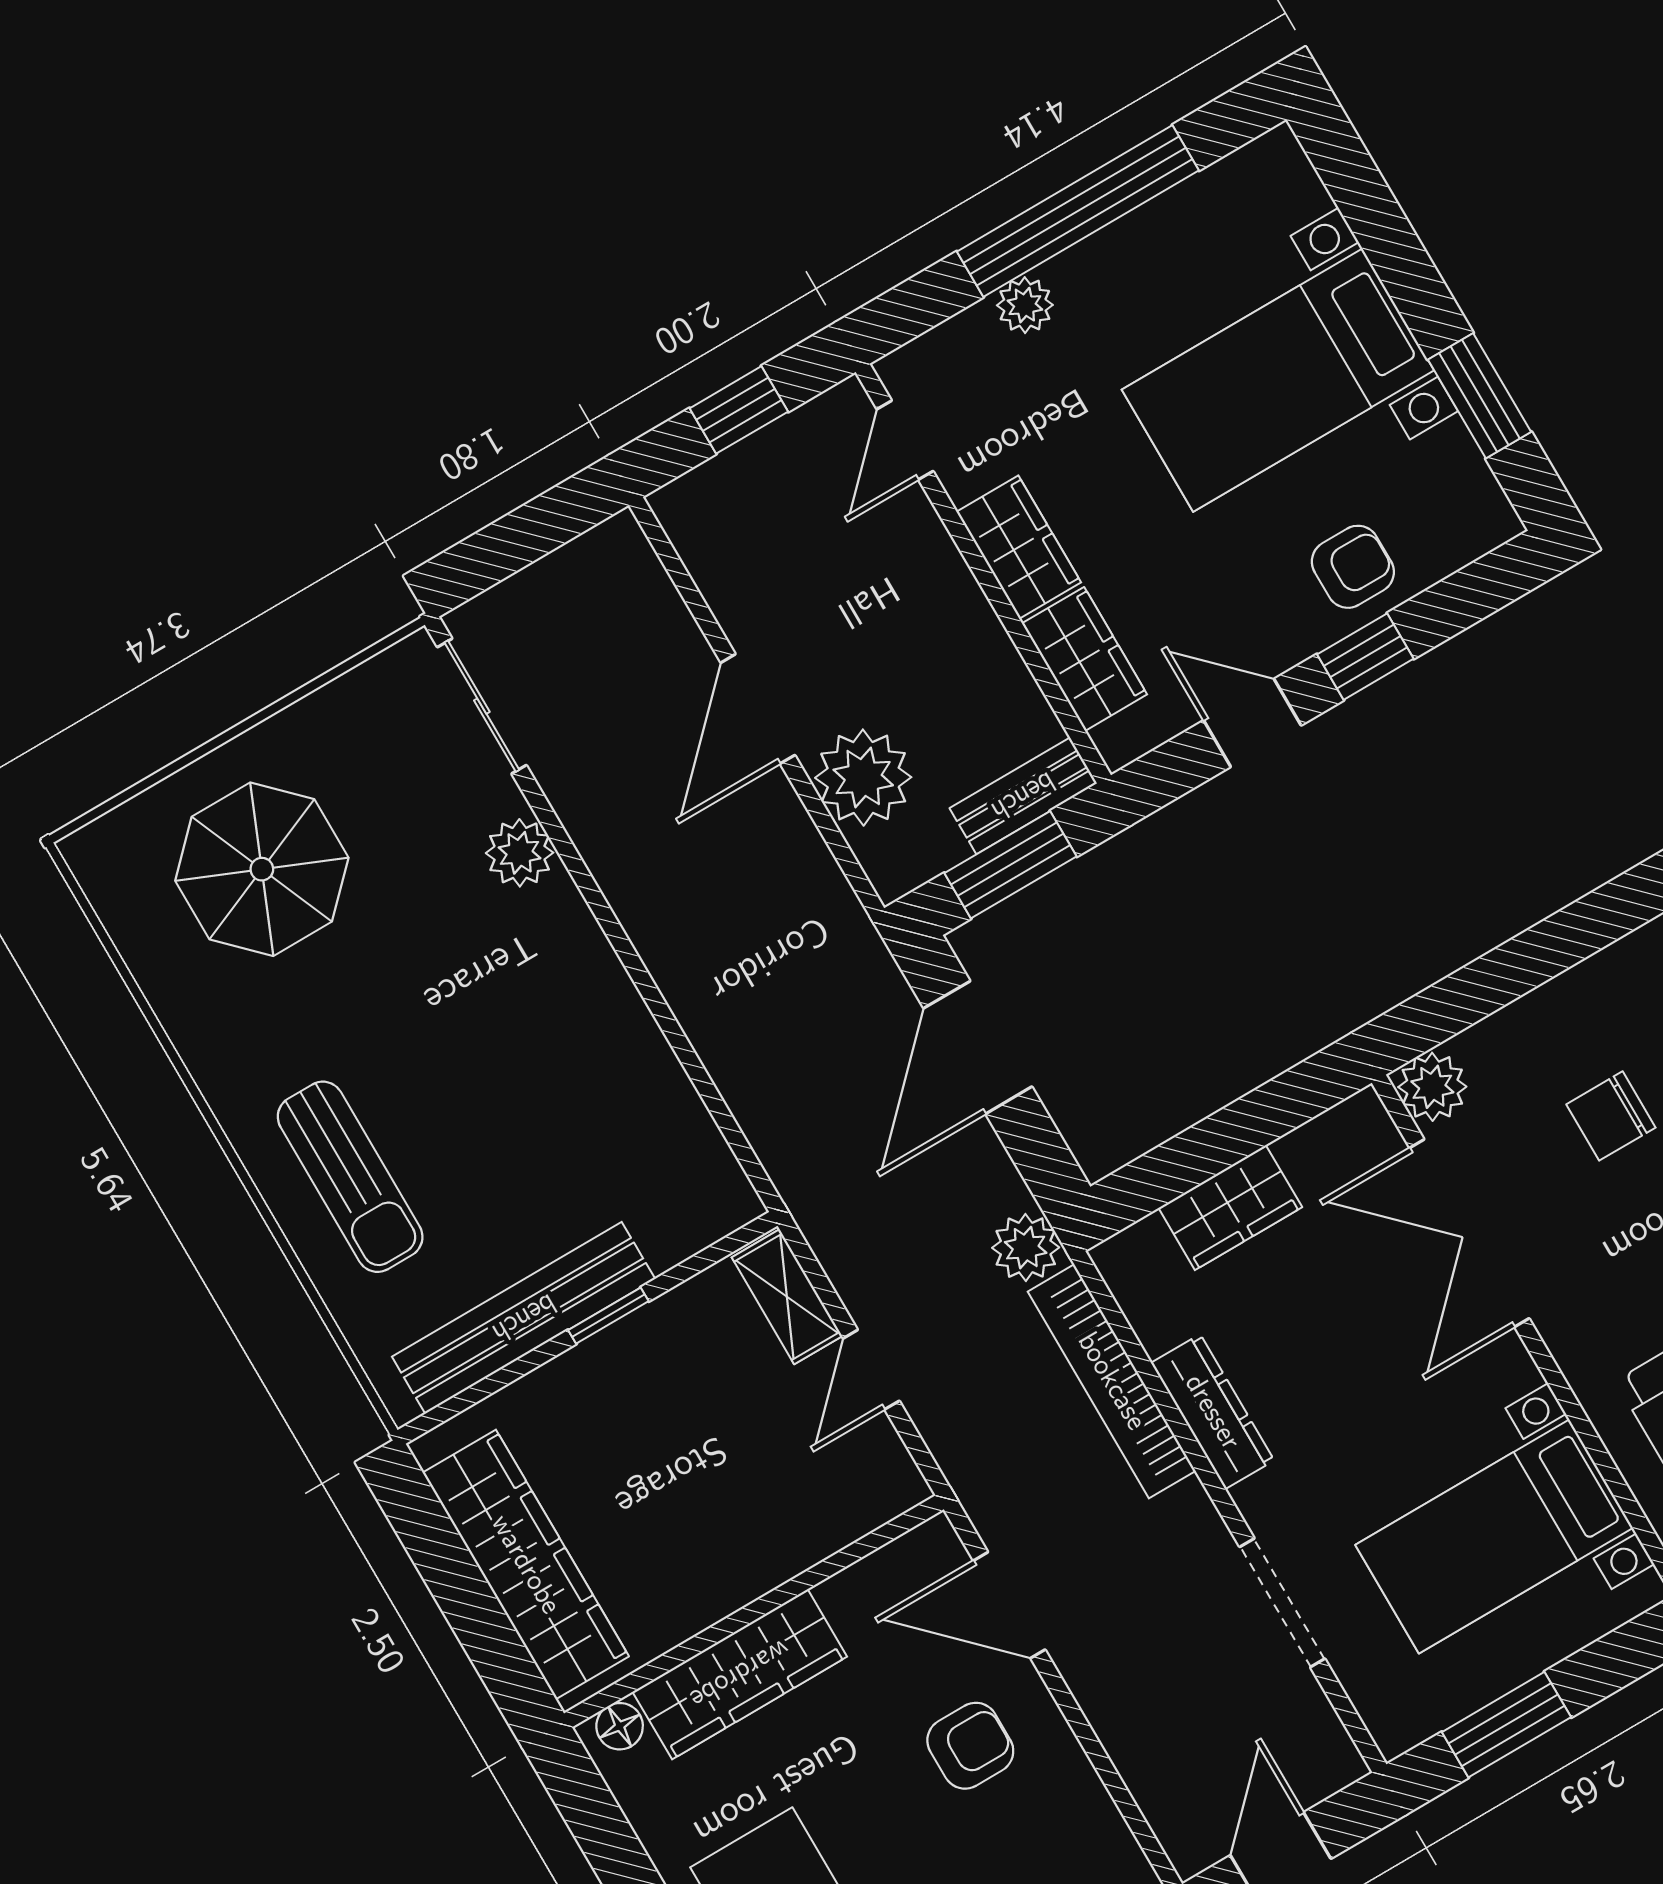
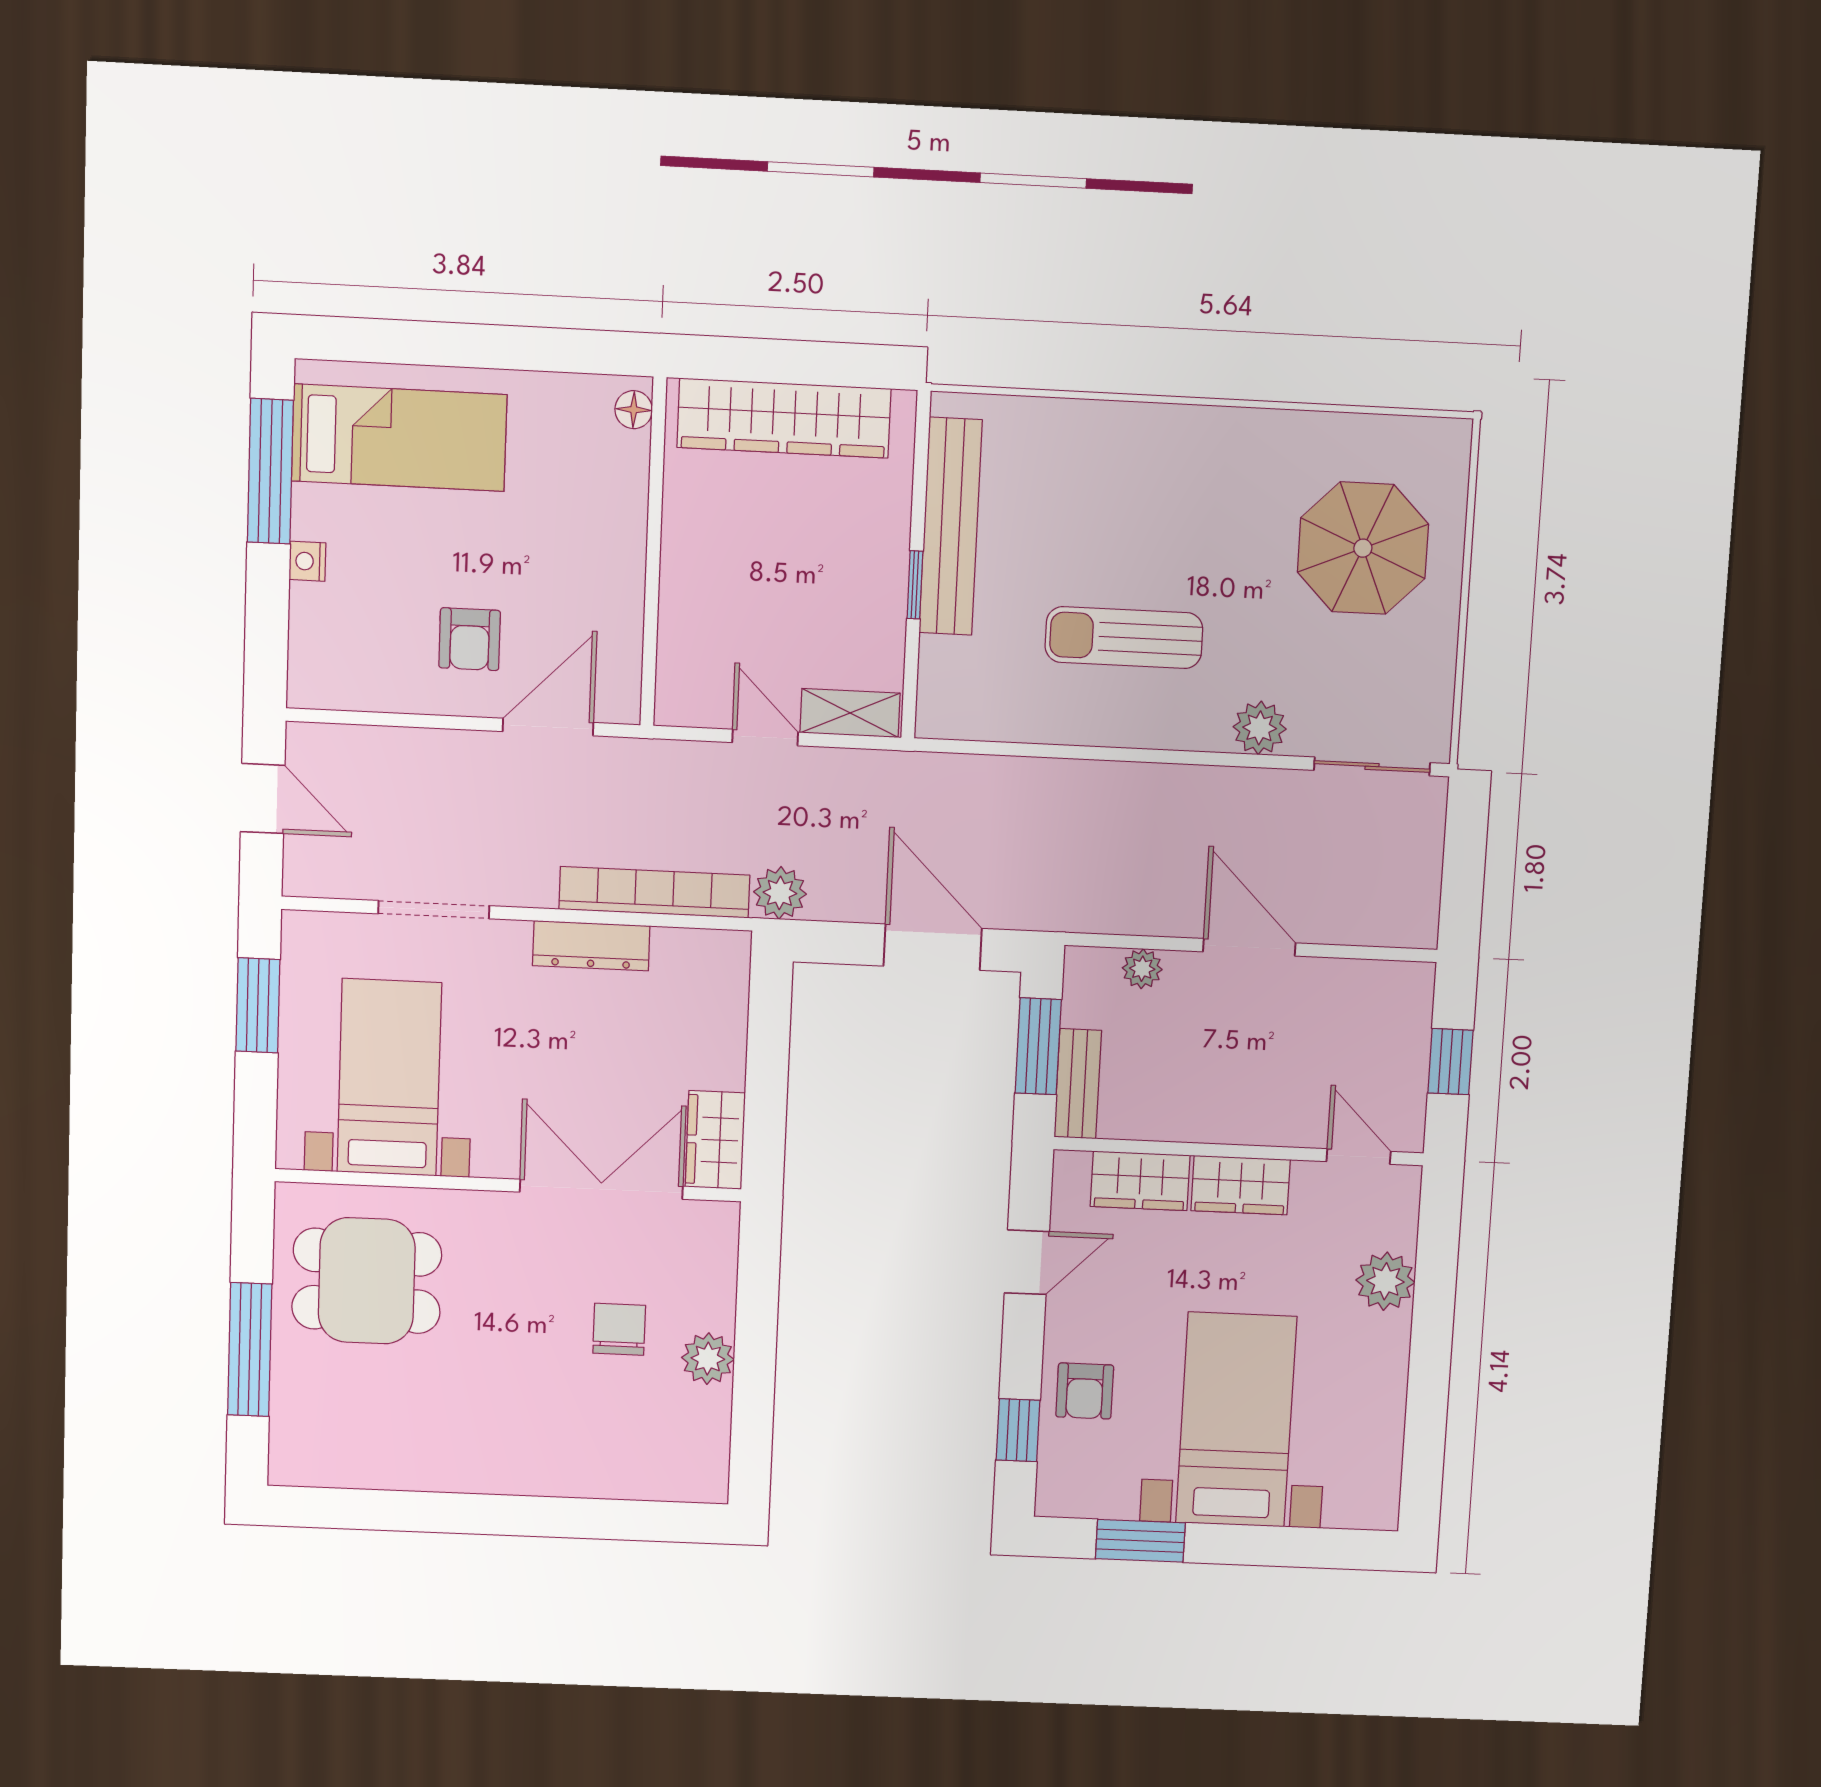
window: (1078, 211) -> (1430, 1362), removed
plant: (1025, 305) -> (1385, 1281), width x1.38, depth x1.38
window: (1365, 657) -> (1018, 1430), moved
plant: (863, 778) -> (1142, 969), width x0.53, depth x0.53
plant: (1432, 1087) -> (708, 1359), moved
sun lounger: (350, 1177) -> (1124, 638), moved
wardrobe: (1230, 1208) -> (715, 1140), moved
wardrobe: (740, 1674) -> (617, 515), removed

